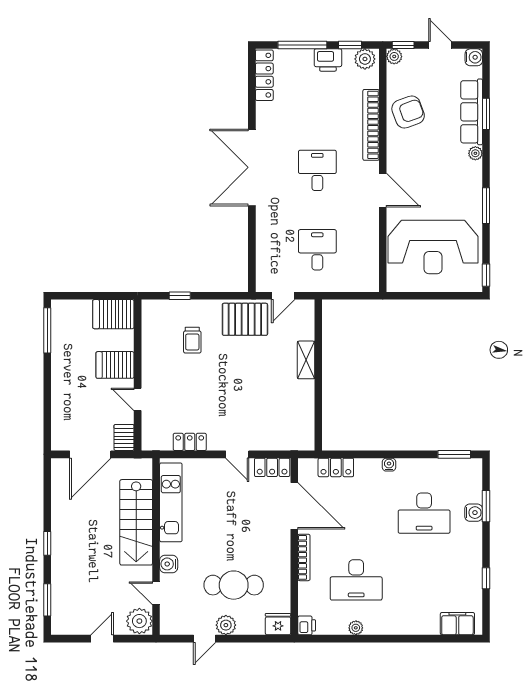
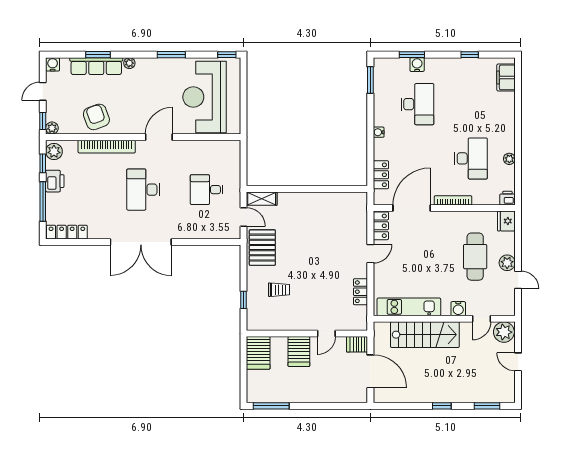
desk: (317, 170) -> (143, 190), width x1.37
reception desk: (433, 247) -> (205, 97), turned 180
shelving: (306, 360) -> (262, 199), moved

